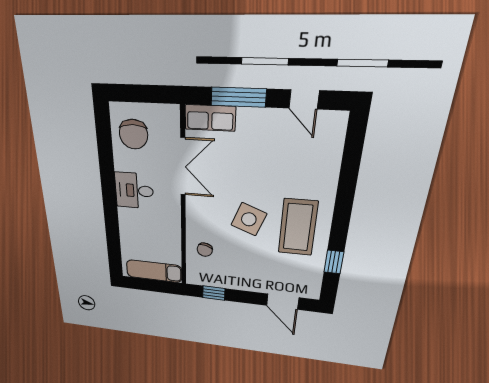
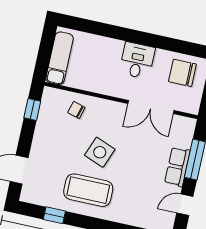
row of seats: (210, 118) -> (177, 167), moved

